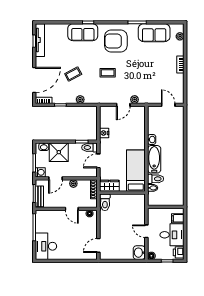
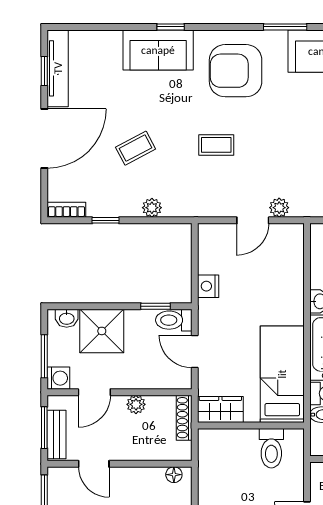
door: (34, 80) -> (44, 139), moved
door: (98, 161) -> (195, 352), hinge flipped
toilet: (105, 202) -> (271, 448), moved
door: (72, 209) -> (94, 464), moved

